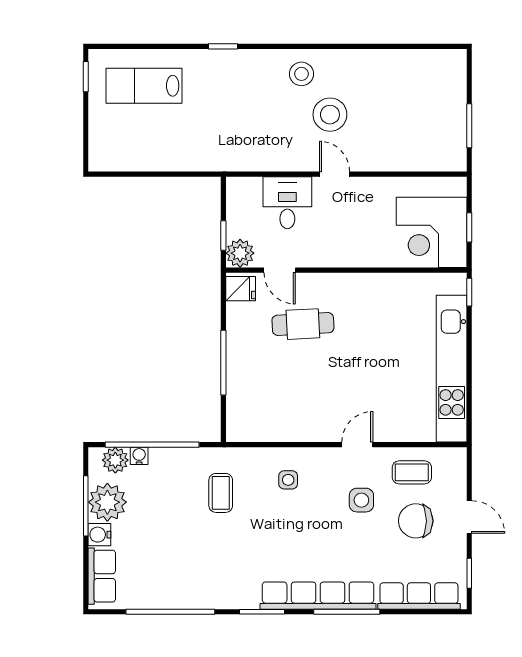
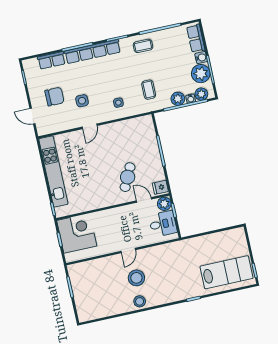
stool: (301, 74) -> (140, 301), moved
lab bench: (144, 86) -> (226, 272), width x1.36, depth x1.39
door: (335, 174) -> (128, 250), hinge flipped
desk: (287, 203) -> (163, 224), moved, turned -90
cafe table: (303, 324) -> (128, 177), turned -61
plant: (165, 461) -> (178, 99), added
coffee table: (412, 472) -> (143, 46), moved
door: (469, 517) -> (33, 116), moved
row of seats: (419, 596) -> (51, 60), width x0.68

